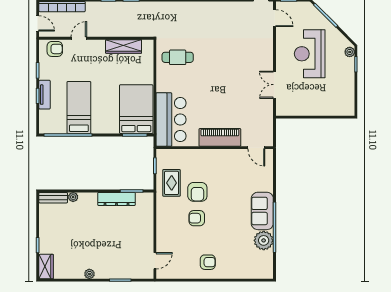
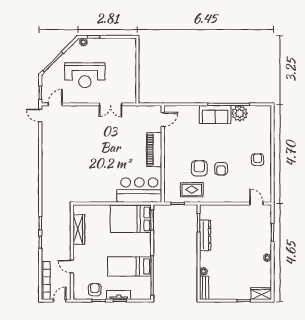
armchair: (55, 49) -> (95, 290), moved
cafe table: (178, 57) -> (88, 185), removed
armchair: (197, 192) -> (199, 168), turned -90

